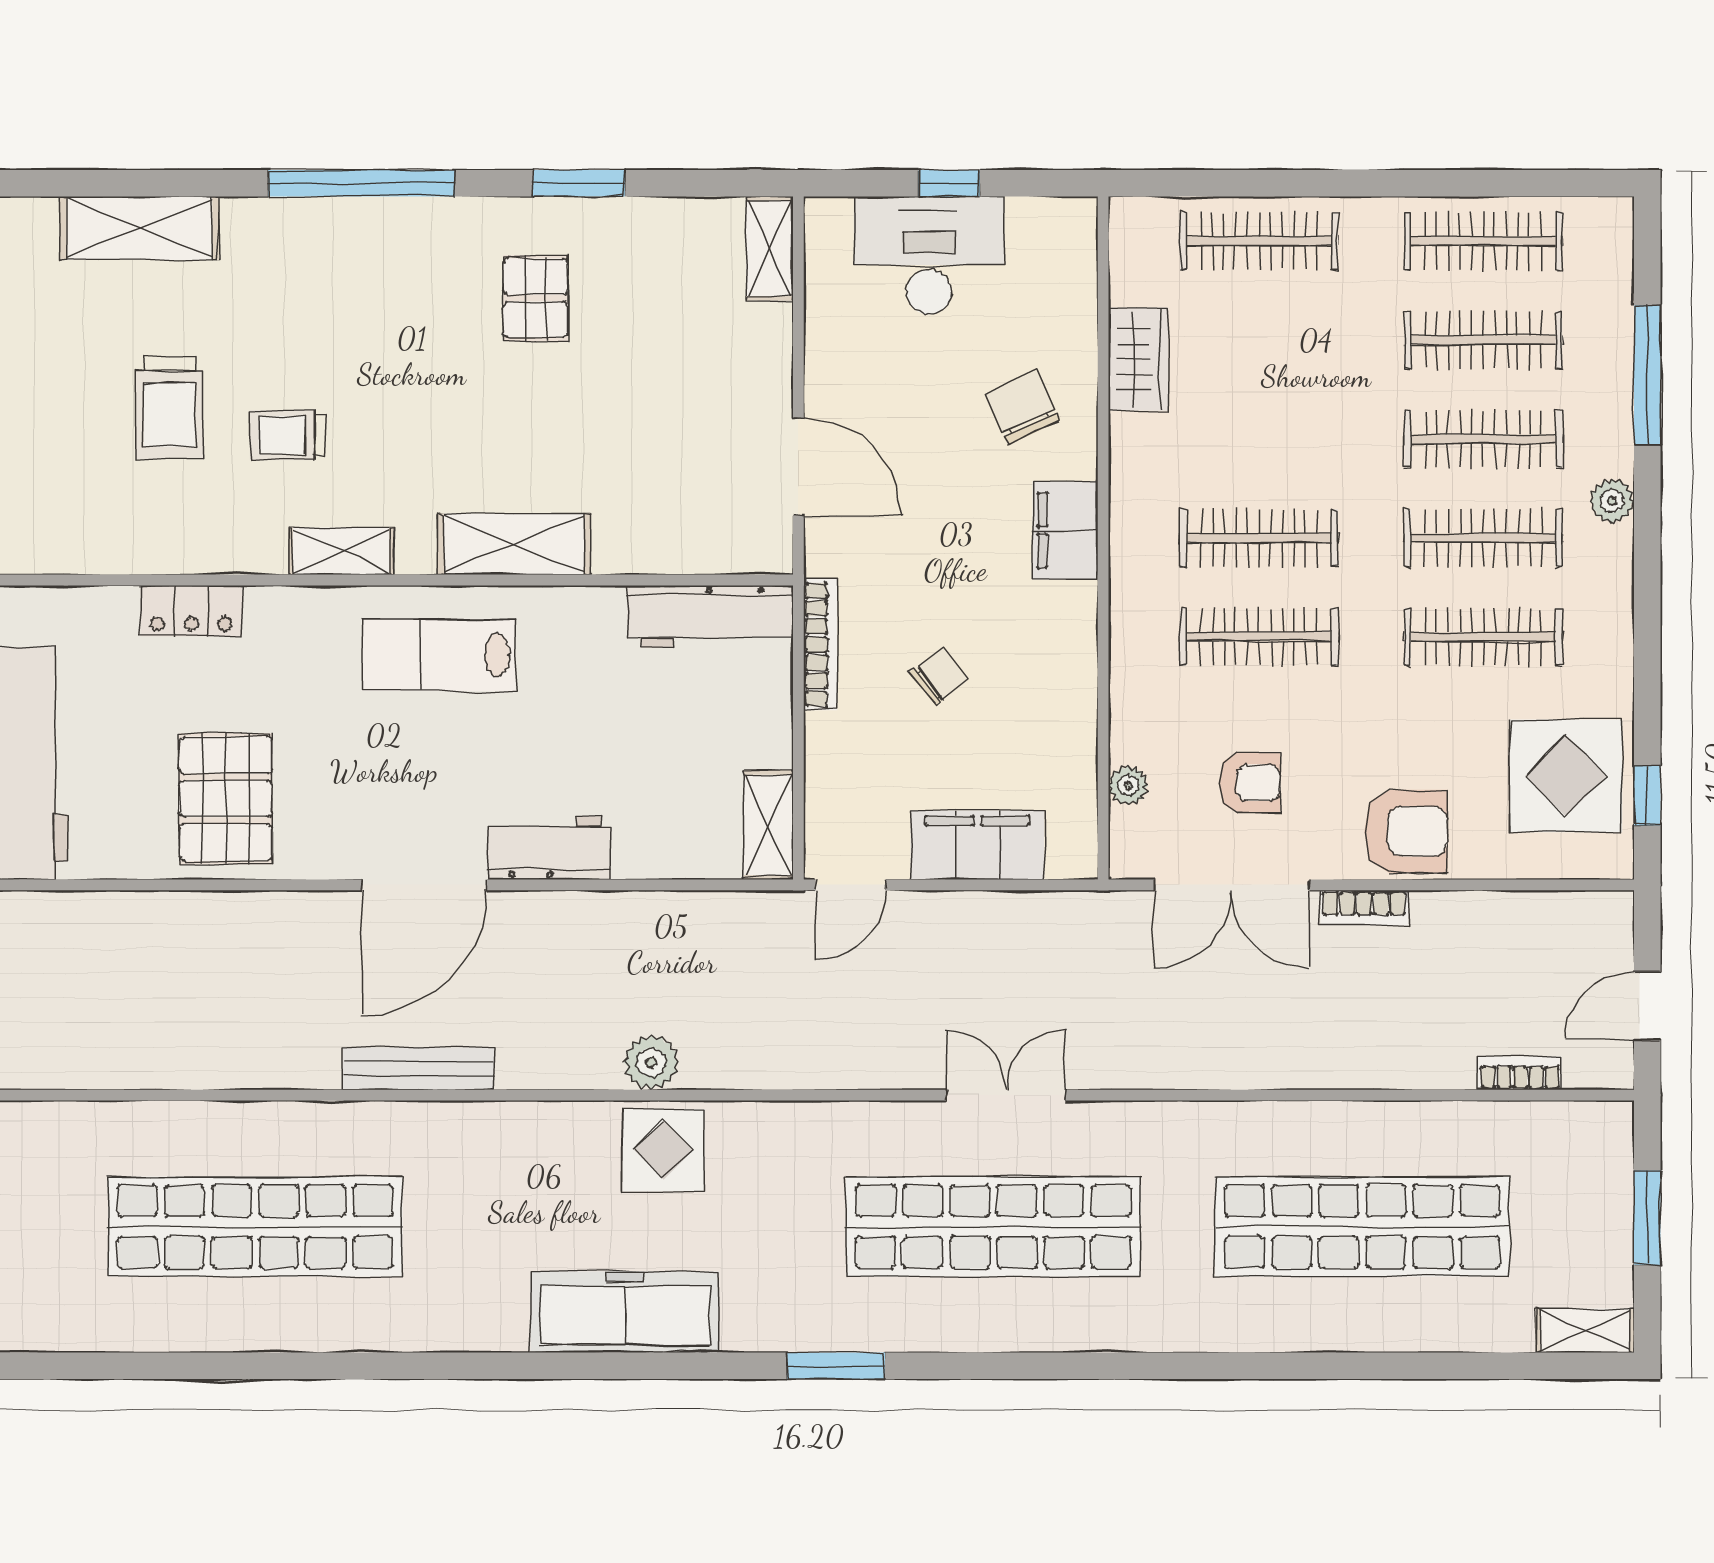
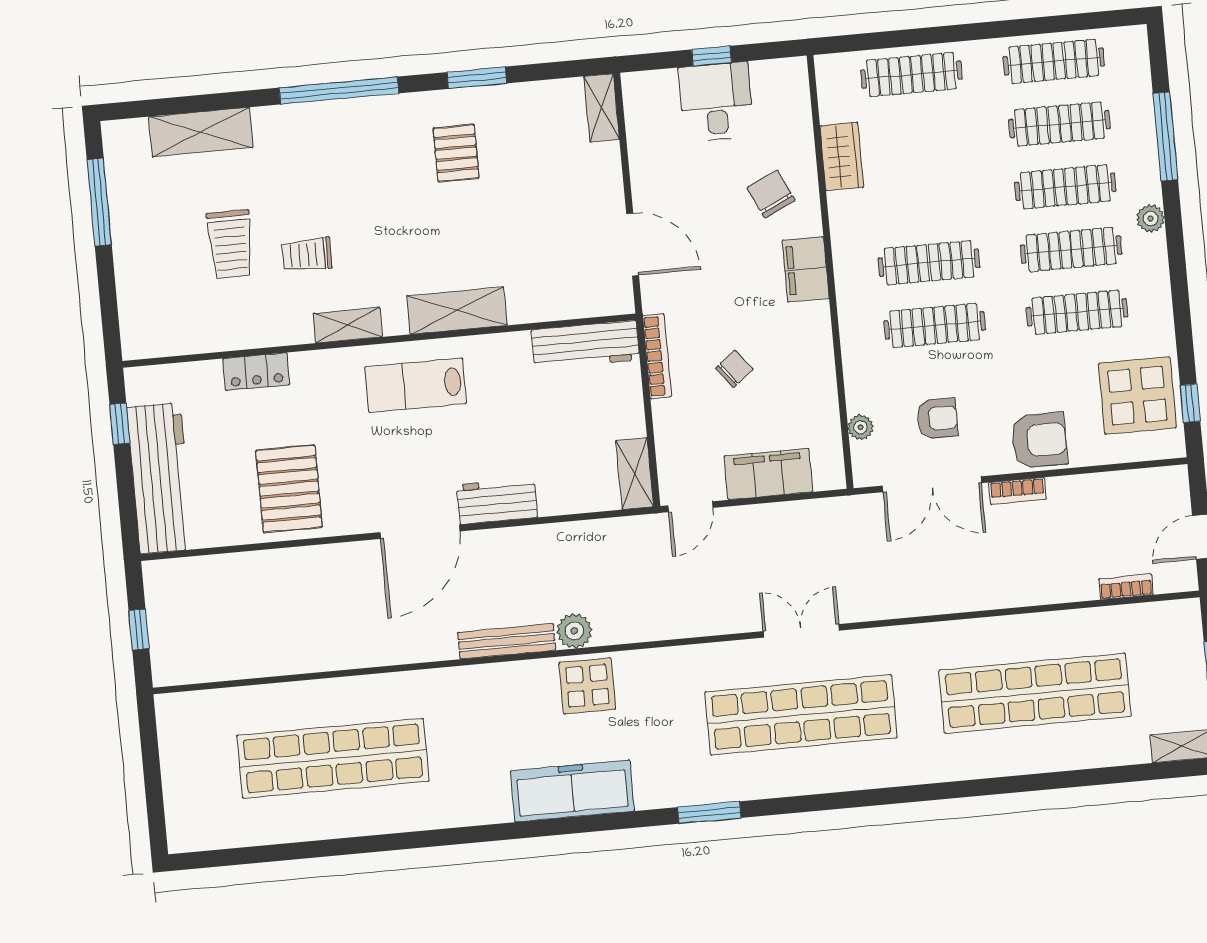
desk: (929, 255) -> (716, 102), width x0.73
bench: (418, 1069) -> (507, 641), moved

